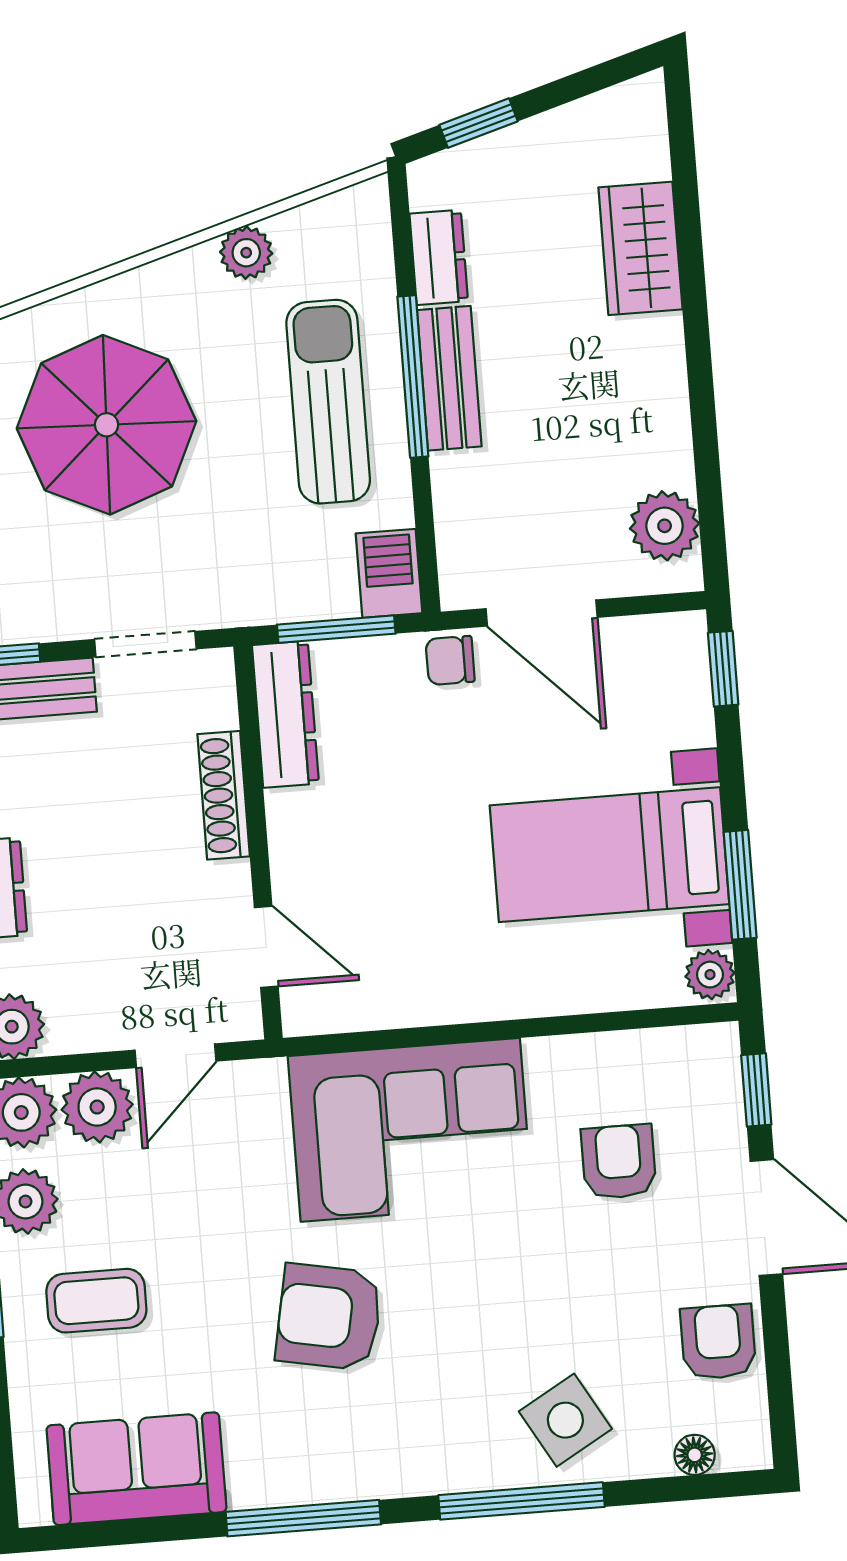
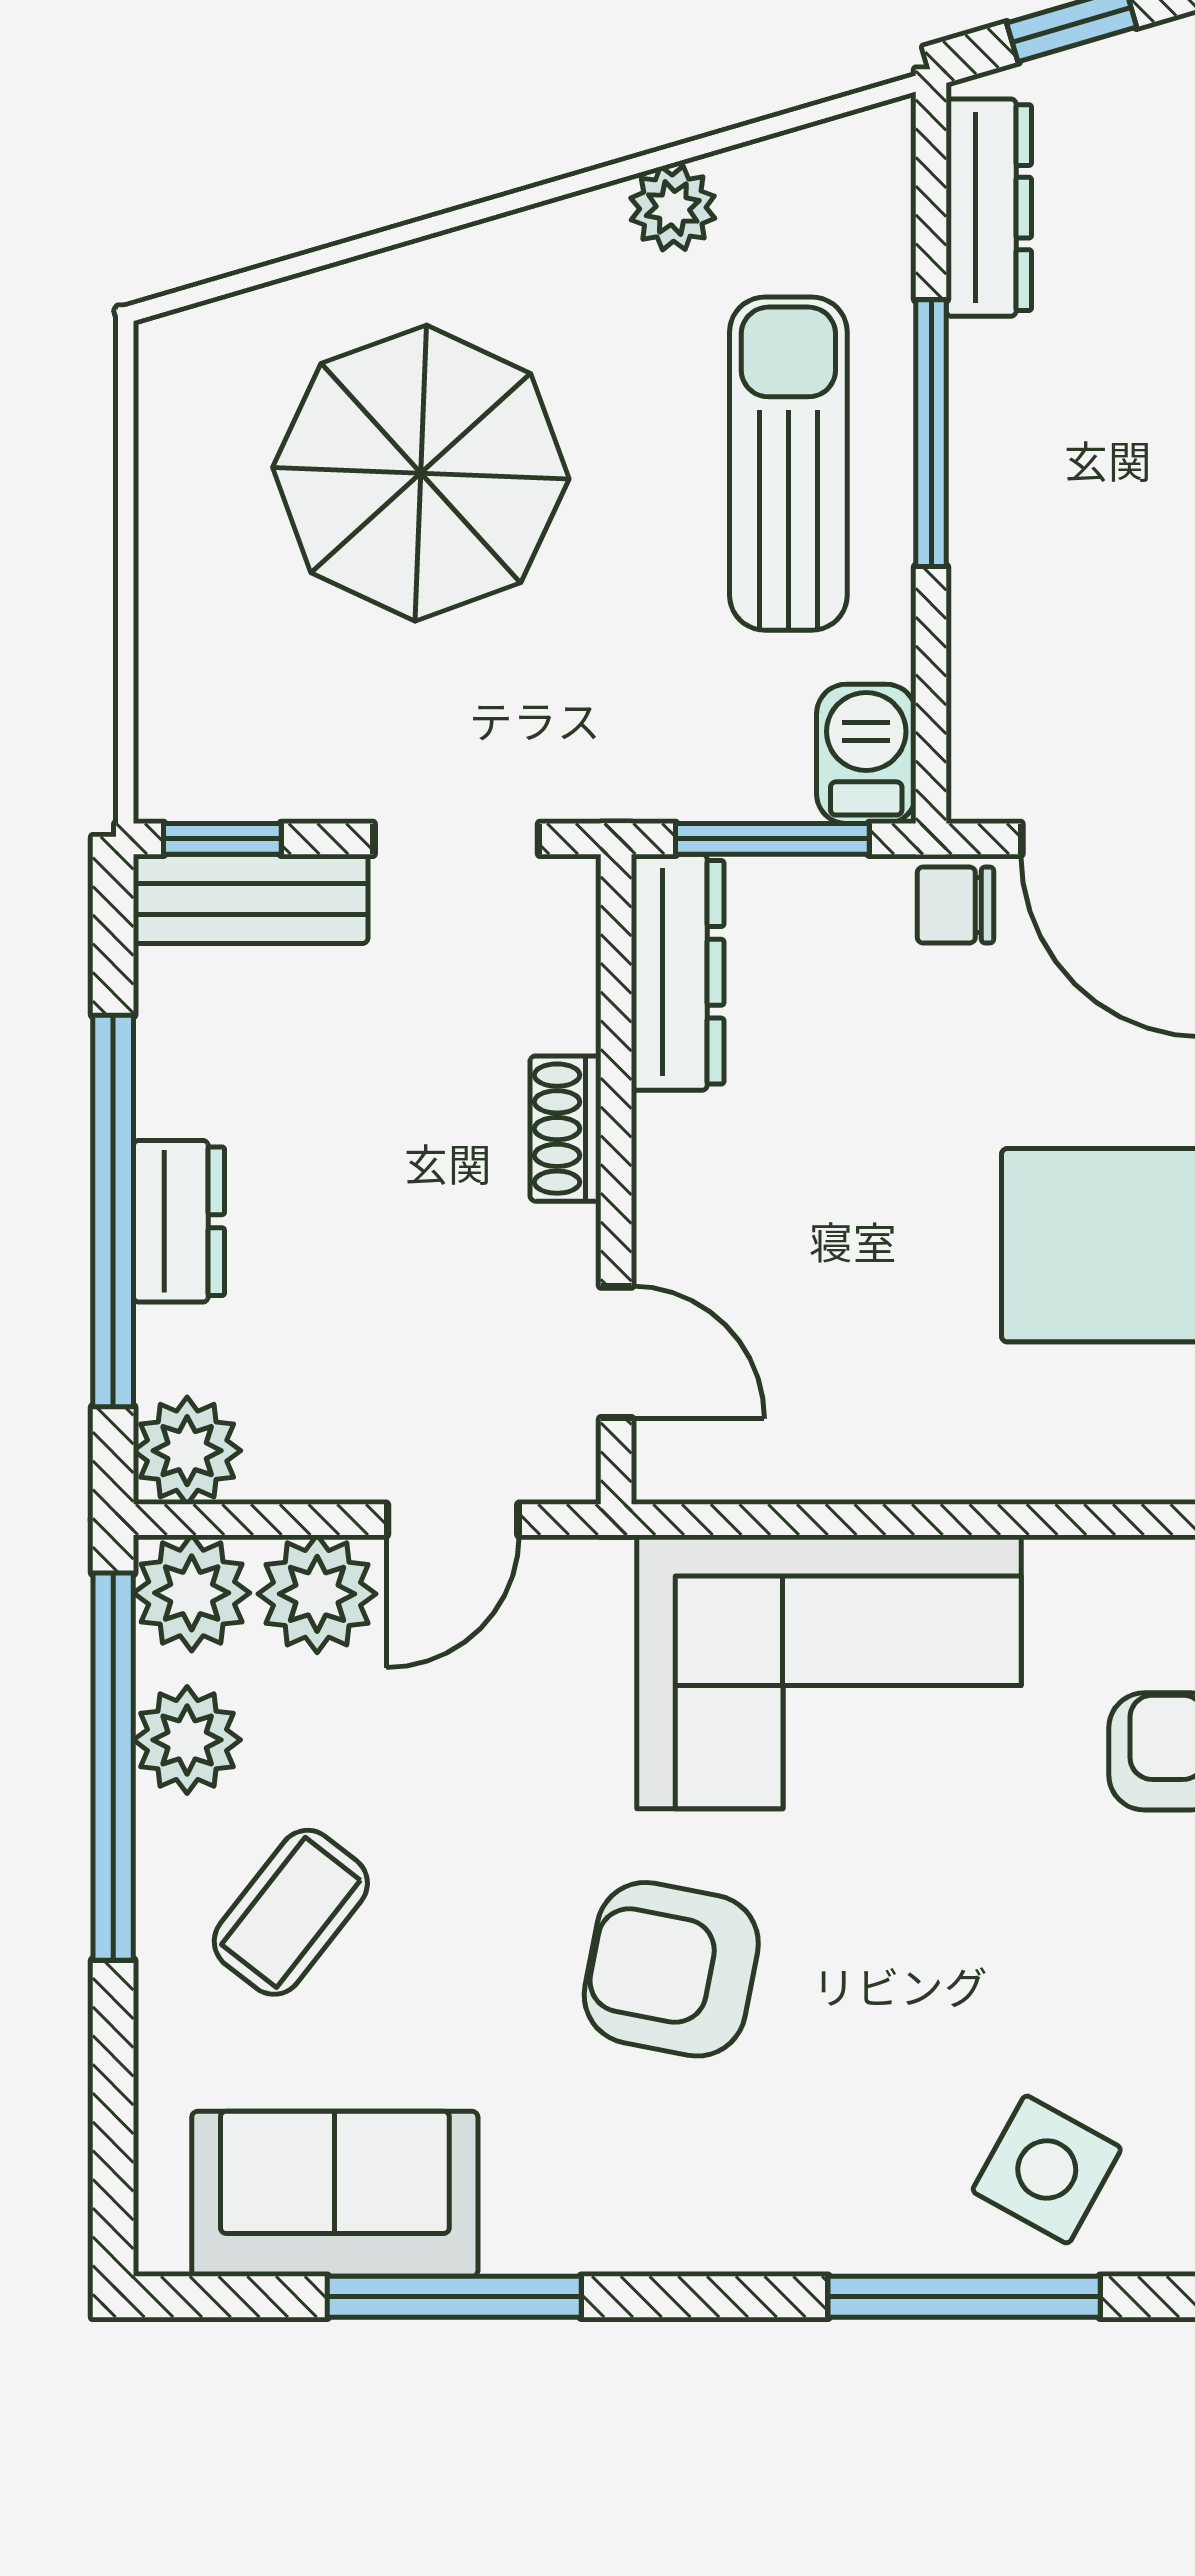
dresser: (439, 257) -> (989, 208), width x1.44
bench: (449, 378) -> (991, 441), removed
shoe rack: (224, 795) -> (565, 1129), width x0.70
coffee table: (96, 1301) -> (291, 1912), turned -52
side table: (565, 1420) -> (1047, 2170), turned -31
window: (303, 1518) -> (454, 2297), moved

